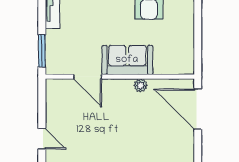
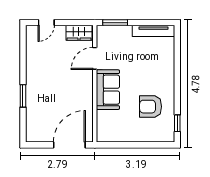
plant: (141, 85) -> (88, 100), removed
wardrobe: (55, 97) -> (79, 33), added

